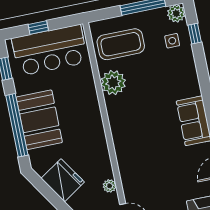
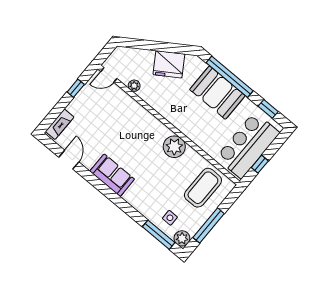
window: (38, 27) -> (260, 164), moved
window: (195, 34) -> (159, 235), width x2.17
plant: (113, 83) -> (174, 147), moved

